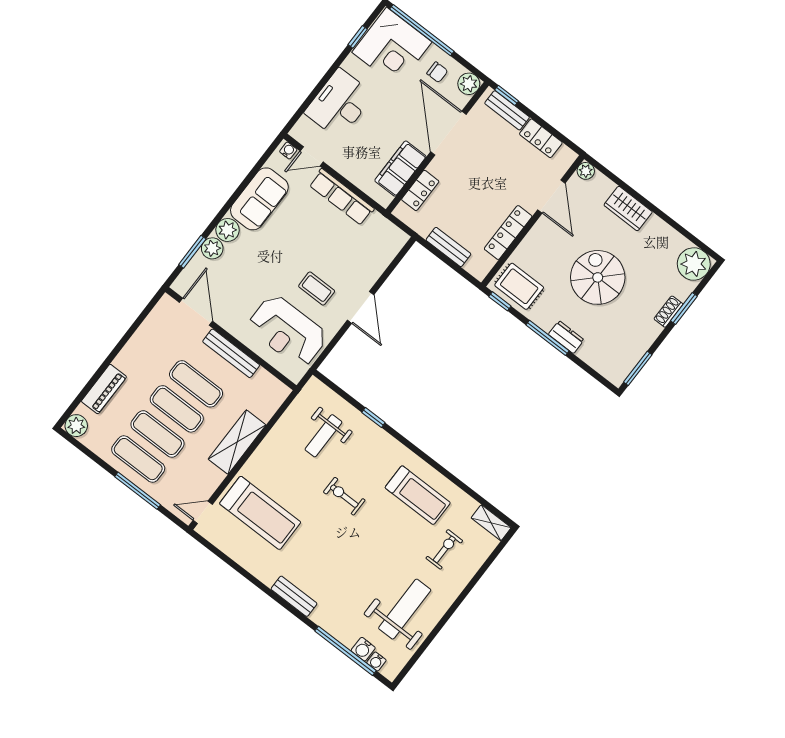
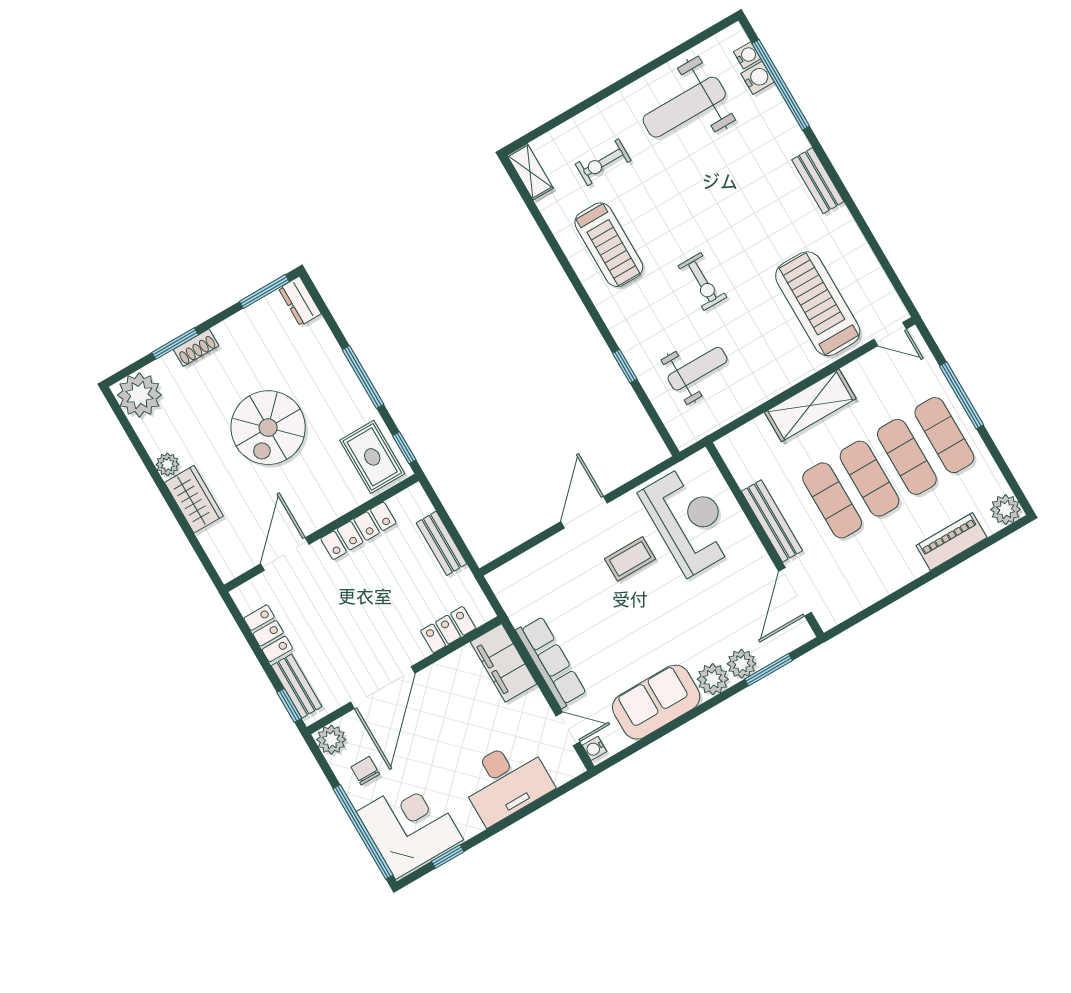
filing cabinet: (400, 169) -> (504, 663), moved, turned 90
plant: (586, 171) -> (168, 464), moved
coffee table: (317, 289) -> (630, 559), turned 90
dresser: (566, 337) -> (300, 301), moved
treadmill: (418, 495) -> (609, 245), turned 180

